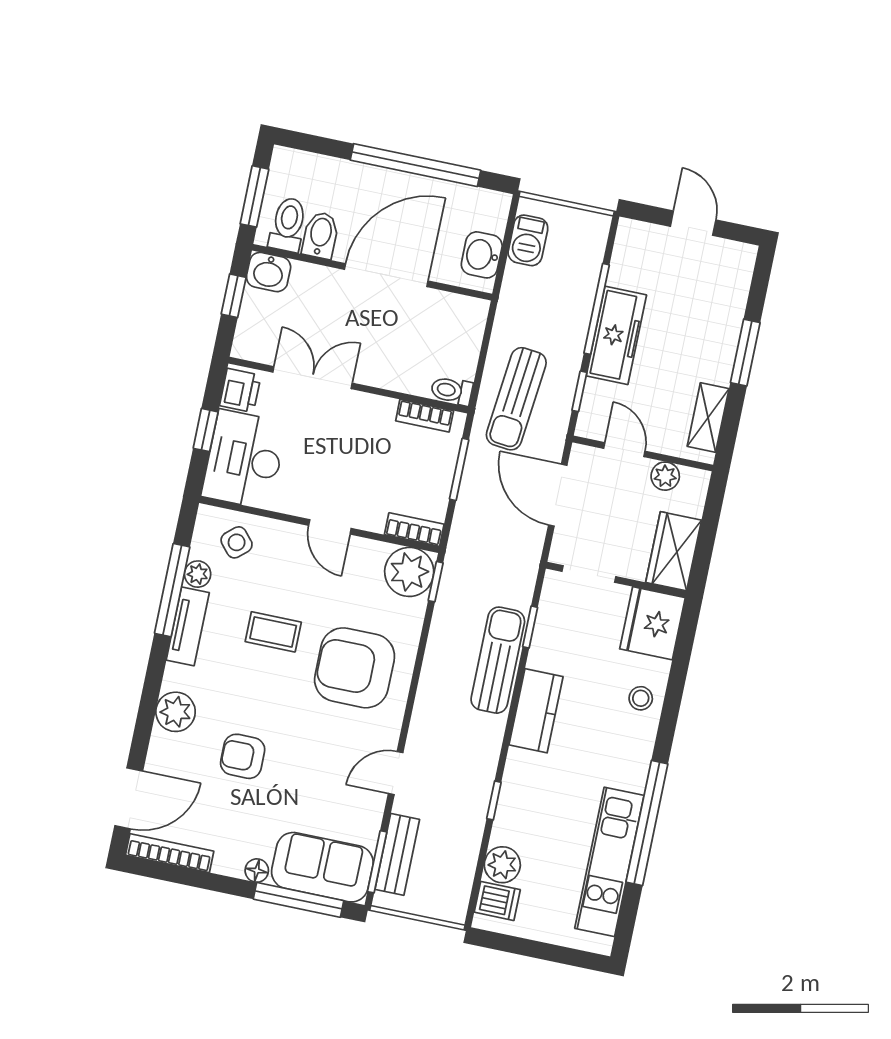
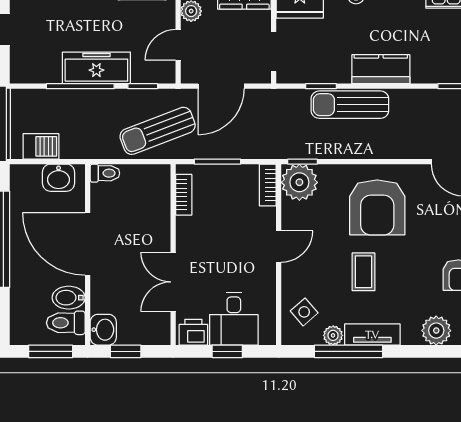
toilet: (452, 391) -> (105, 173), moved, turned -90
sun lounger: (516, 399) -> (158, 131), turned 153
desk: (244, 460) -> (234, 319), width x0.73

